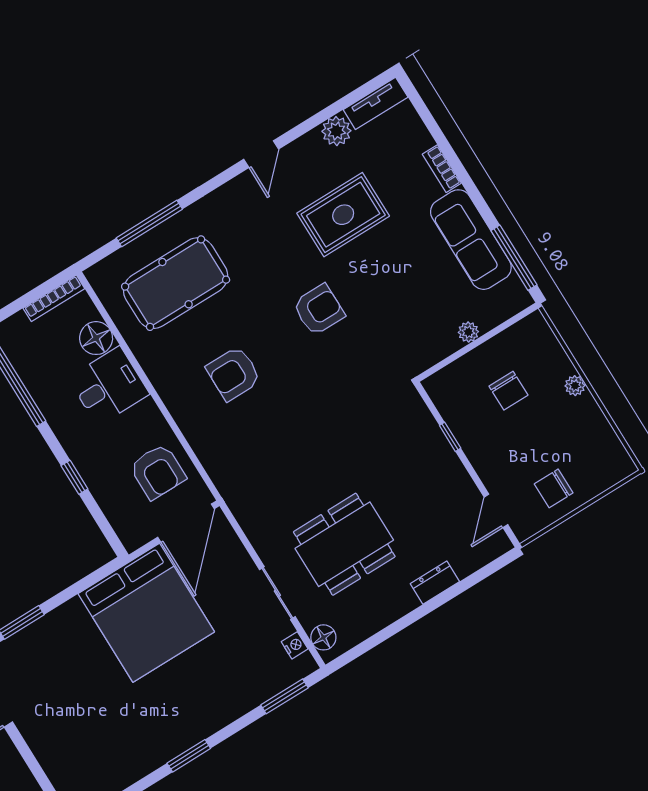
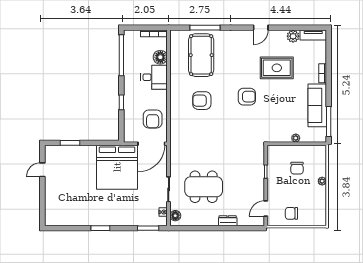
pool table: (176, 283) -> (201, 55), turned 90

